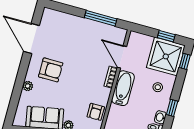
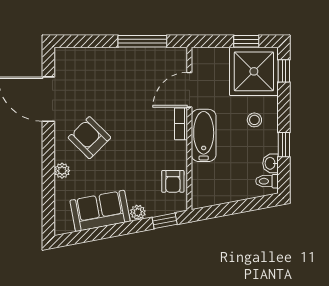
door: (122, 57) -> (189, 90), hinge flipped
armchair: (51, 70) -> (89, 138), turned -135

